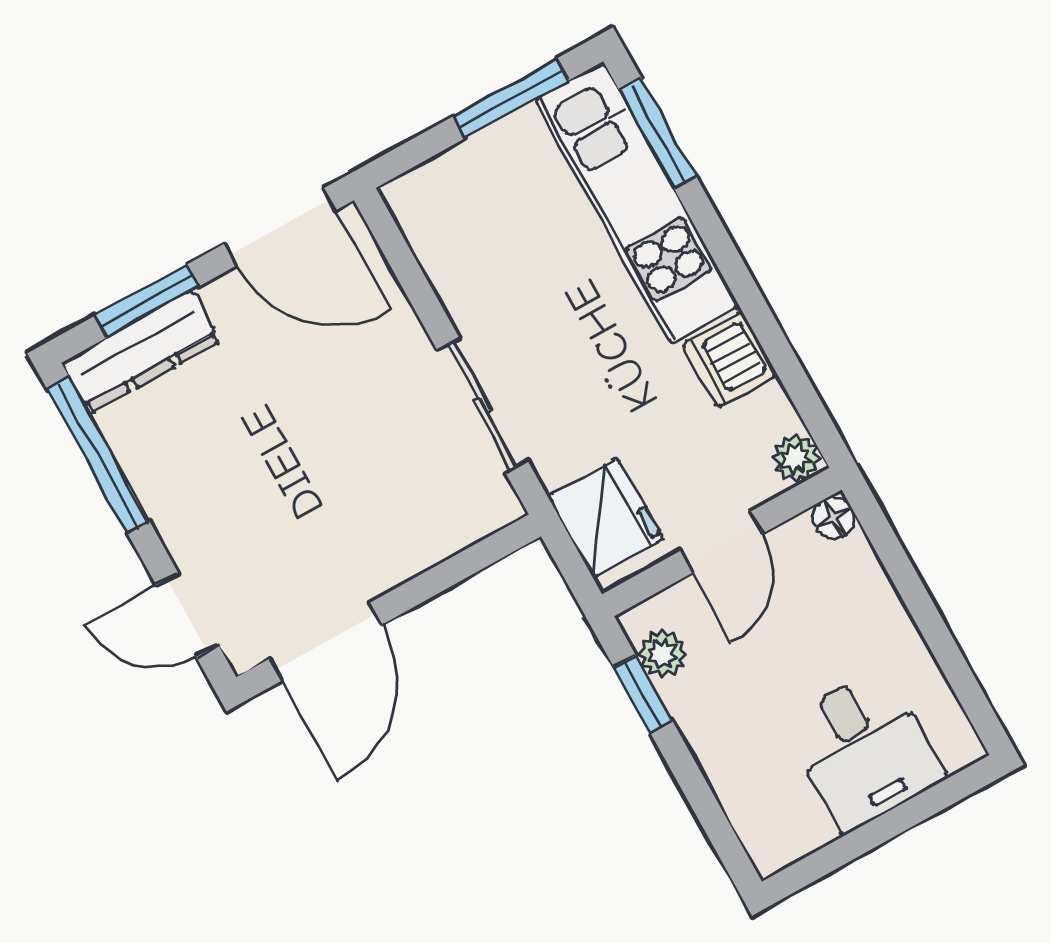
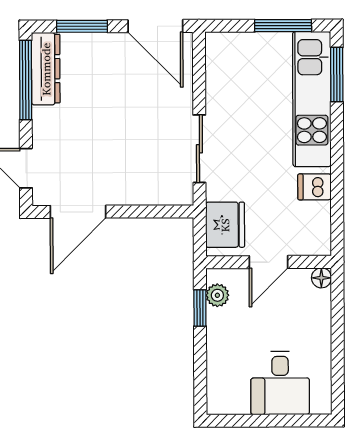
dresser: (141, 352) -> (46, 69), moved, turned -90
dishwasher: (730, 360) -> (314, 187), width x0.73
plant: (796, 458) -> (319, 244), removed

